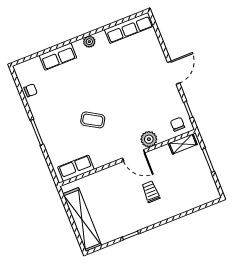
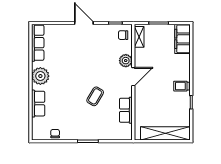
plant: (89, 42) -> (40, 76), width x1.87, depth x1.87
row of seats: (76, 168) -> (126, 110), moved
trolley: (151, 192) -> (181, 86), moved
filing cabinet: (201, 196) -> (182, 39), added

